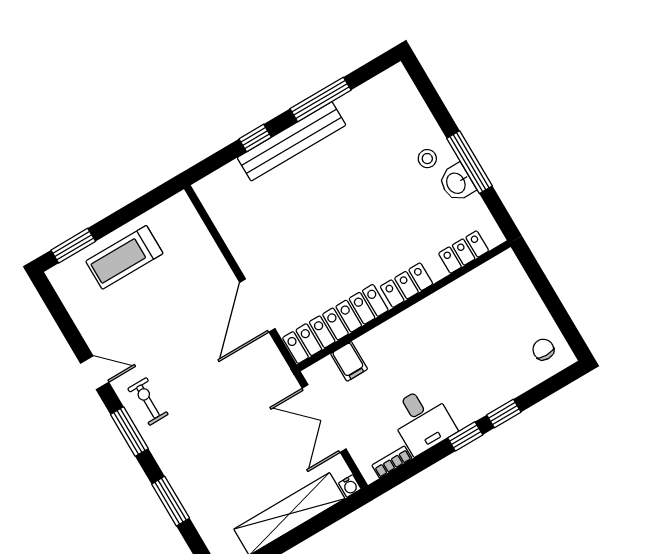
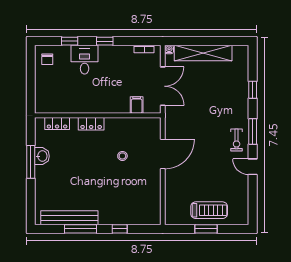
bench: (292, 141) -> (69, 218), moved
stool: (427, 159) -> (122, 156), moved
window: (73, 246) -> (206, 229), moved
locker: (335, 324) -> (133, 125), removed
window: (504, 414) -> (70, 41), moved
desk: (422, 420) -> (85, 60), moved
window: (171, 501) -> (253, 90), width x0.67

